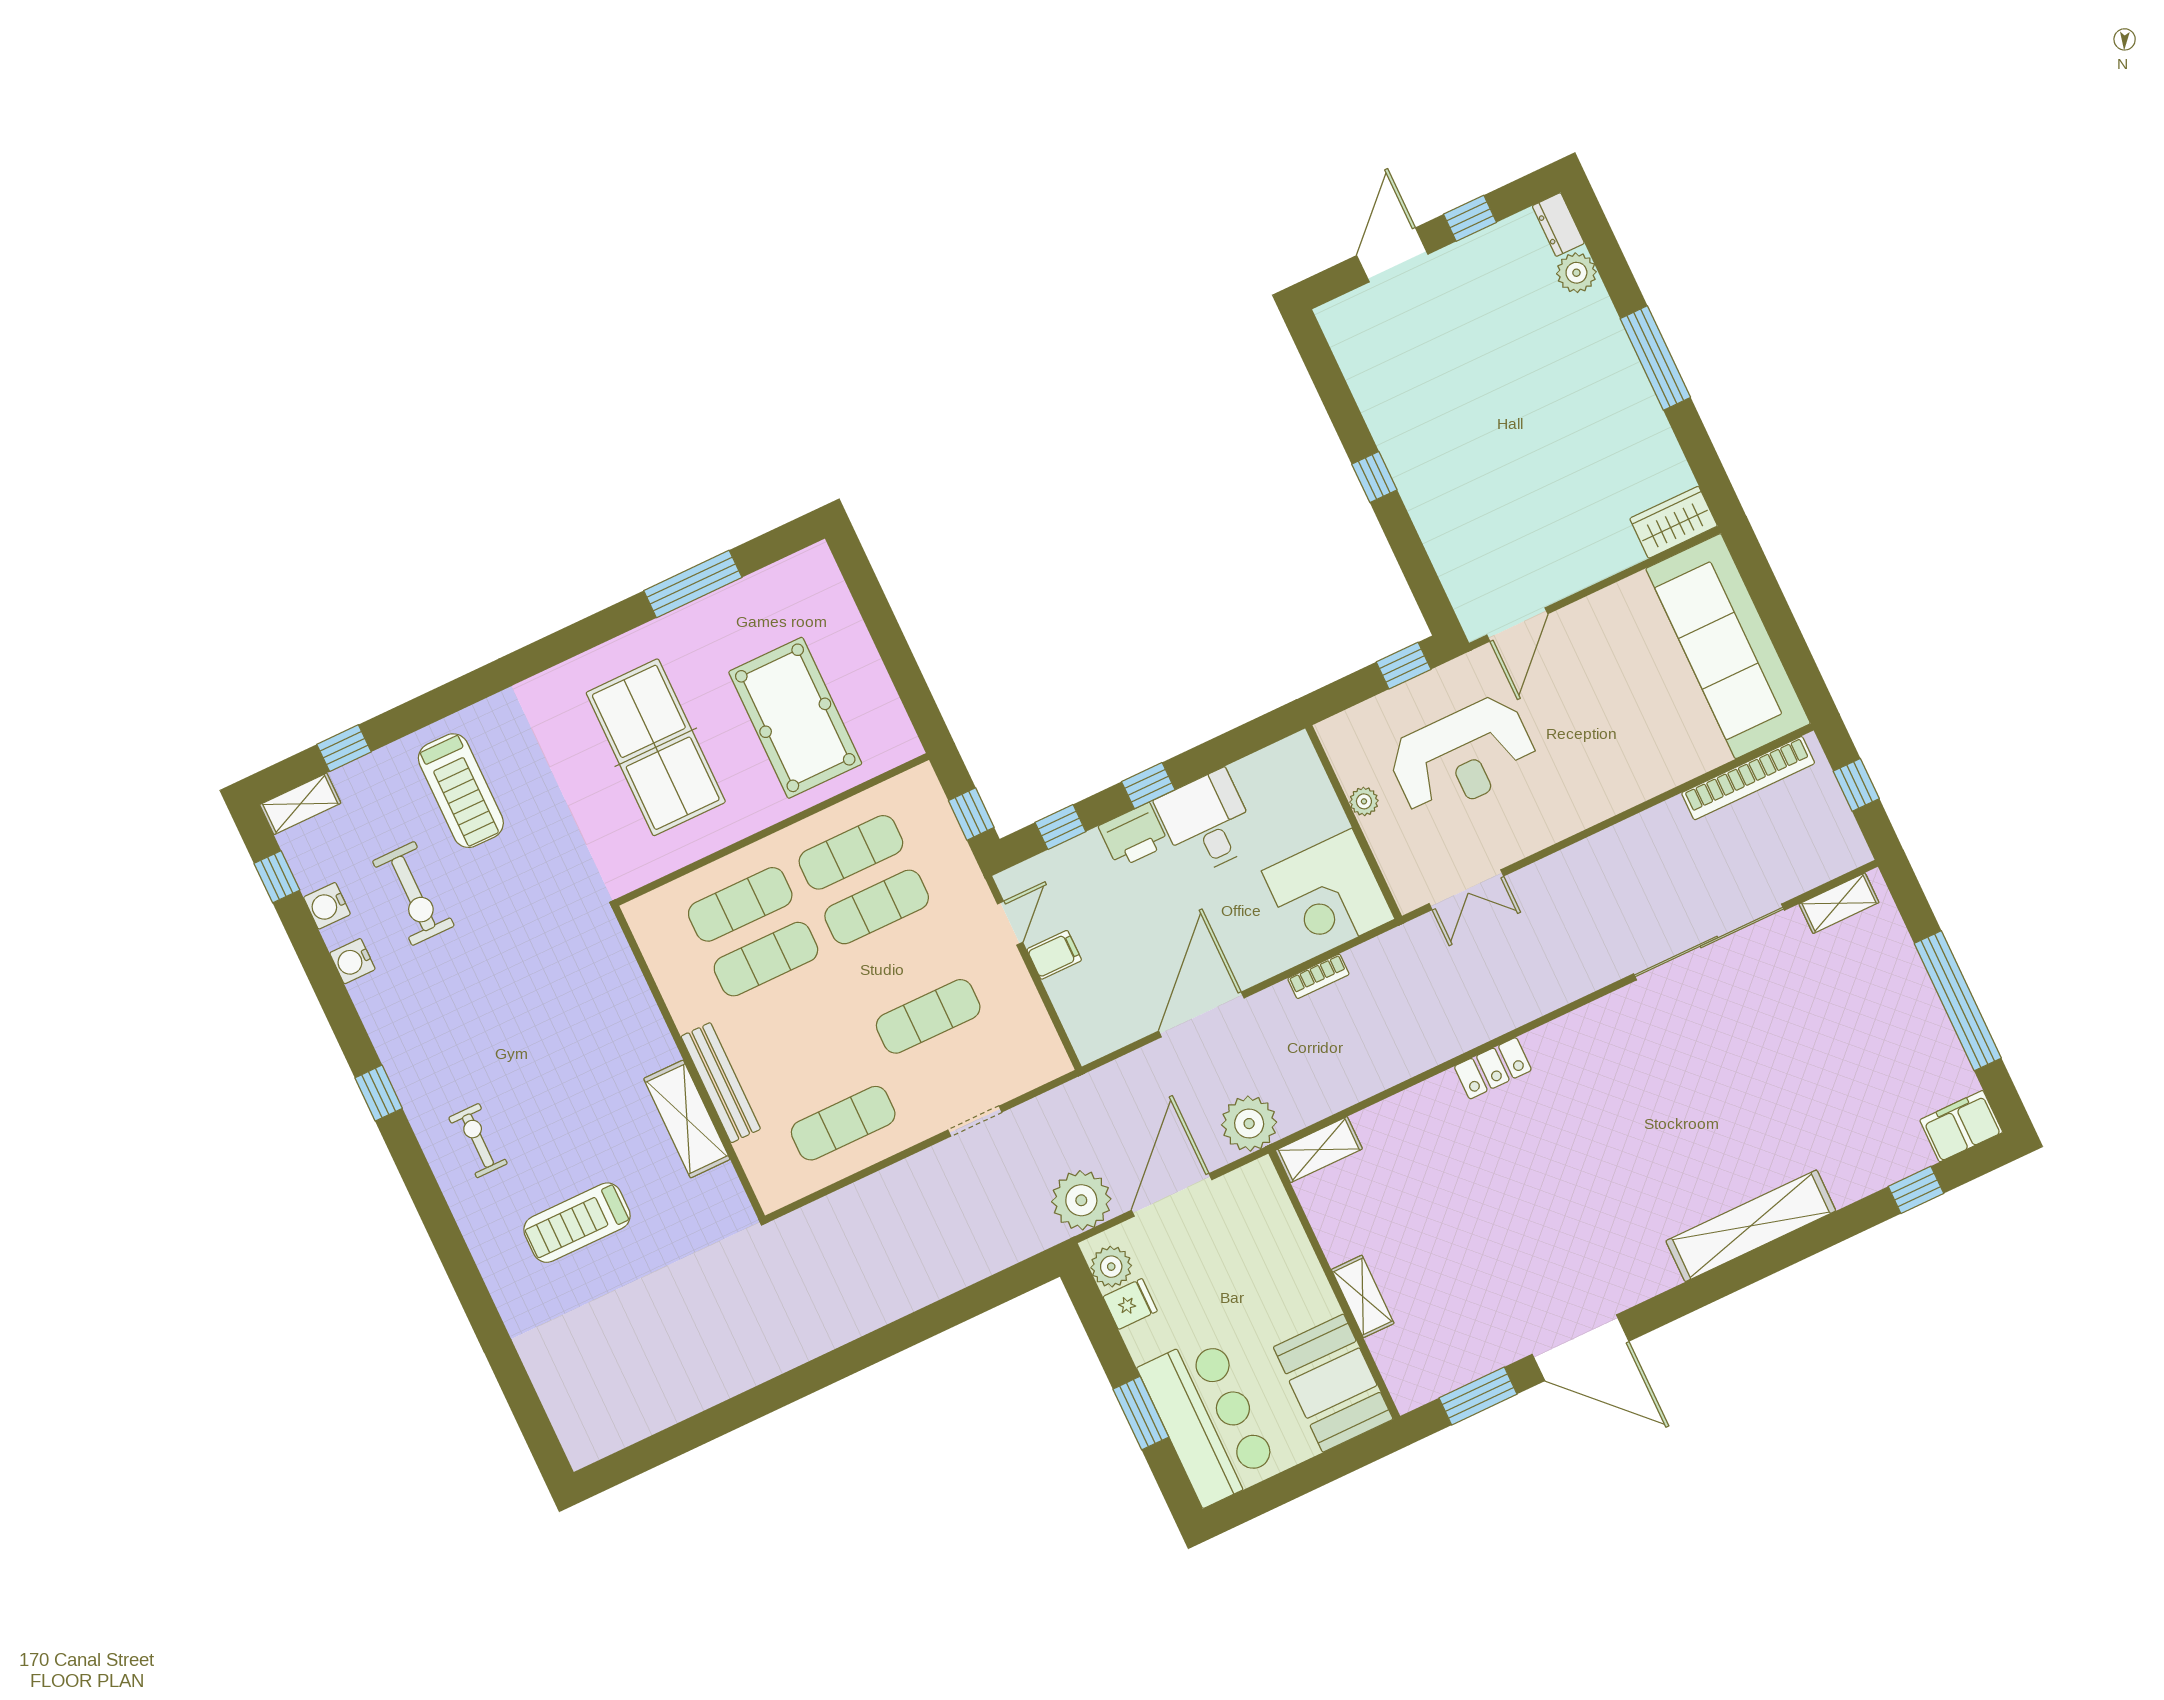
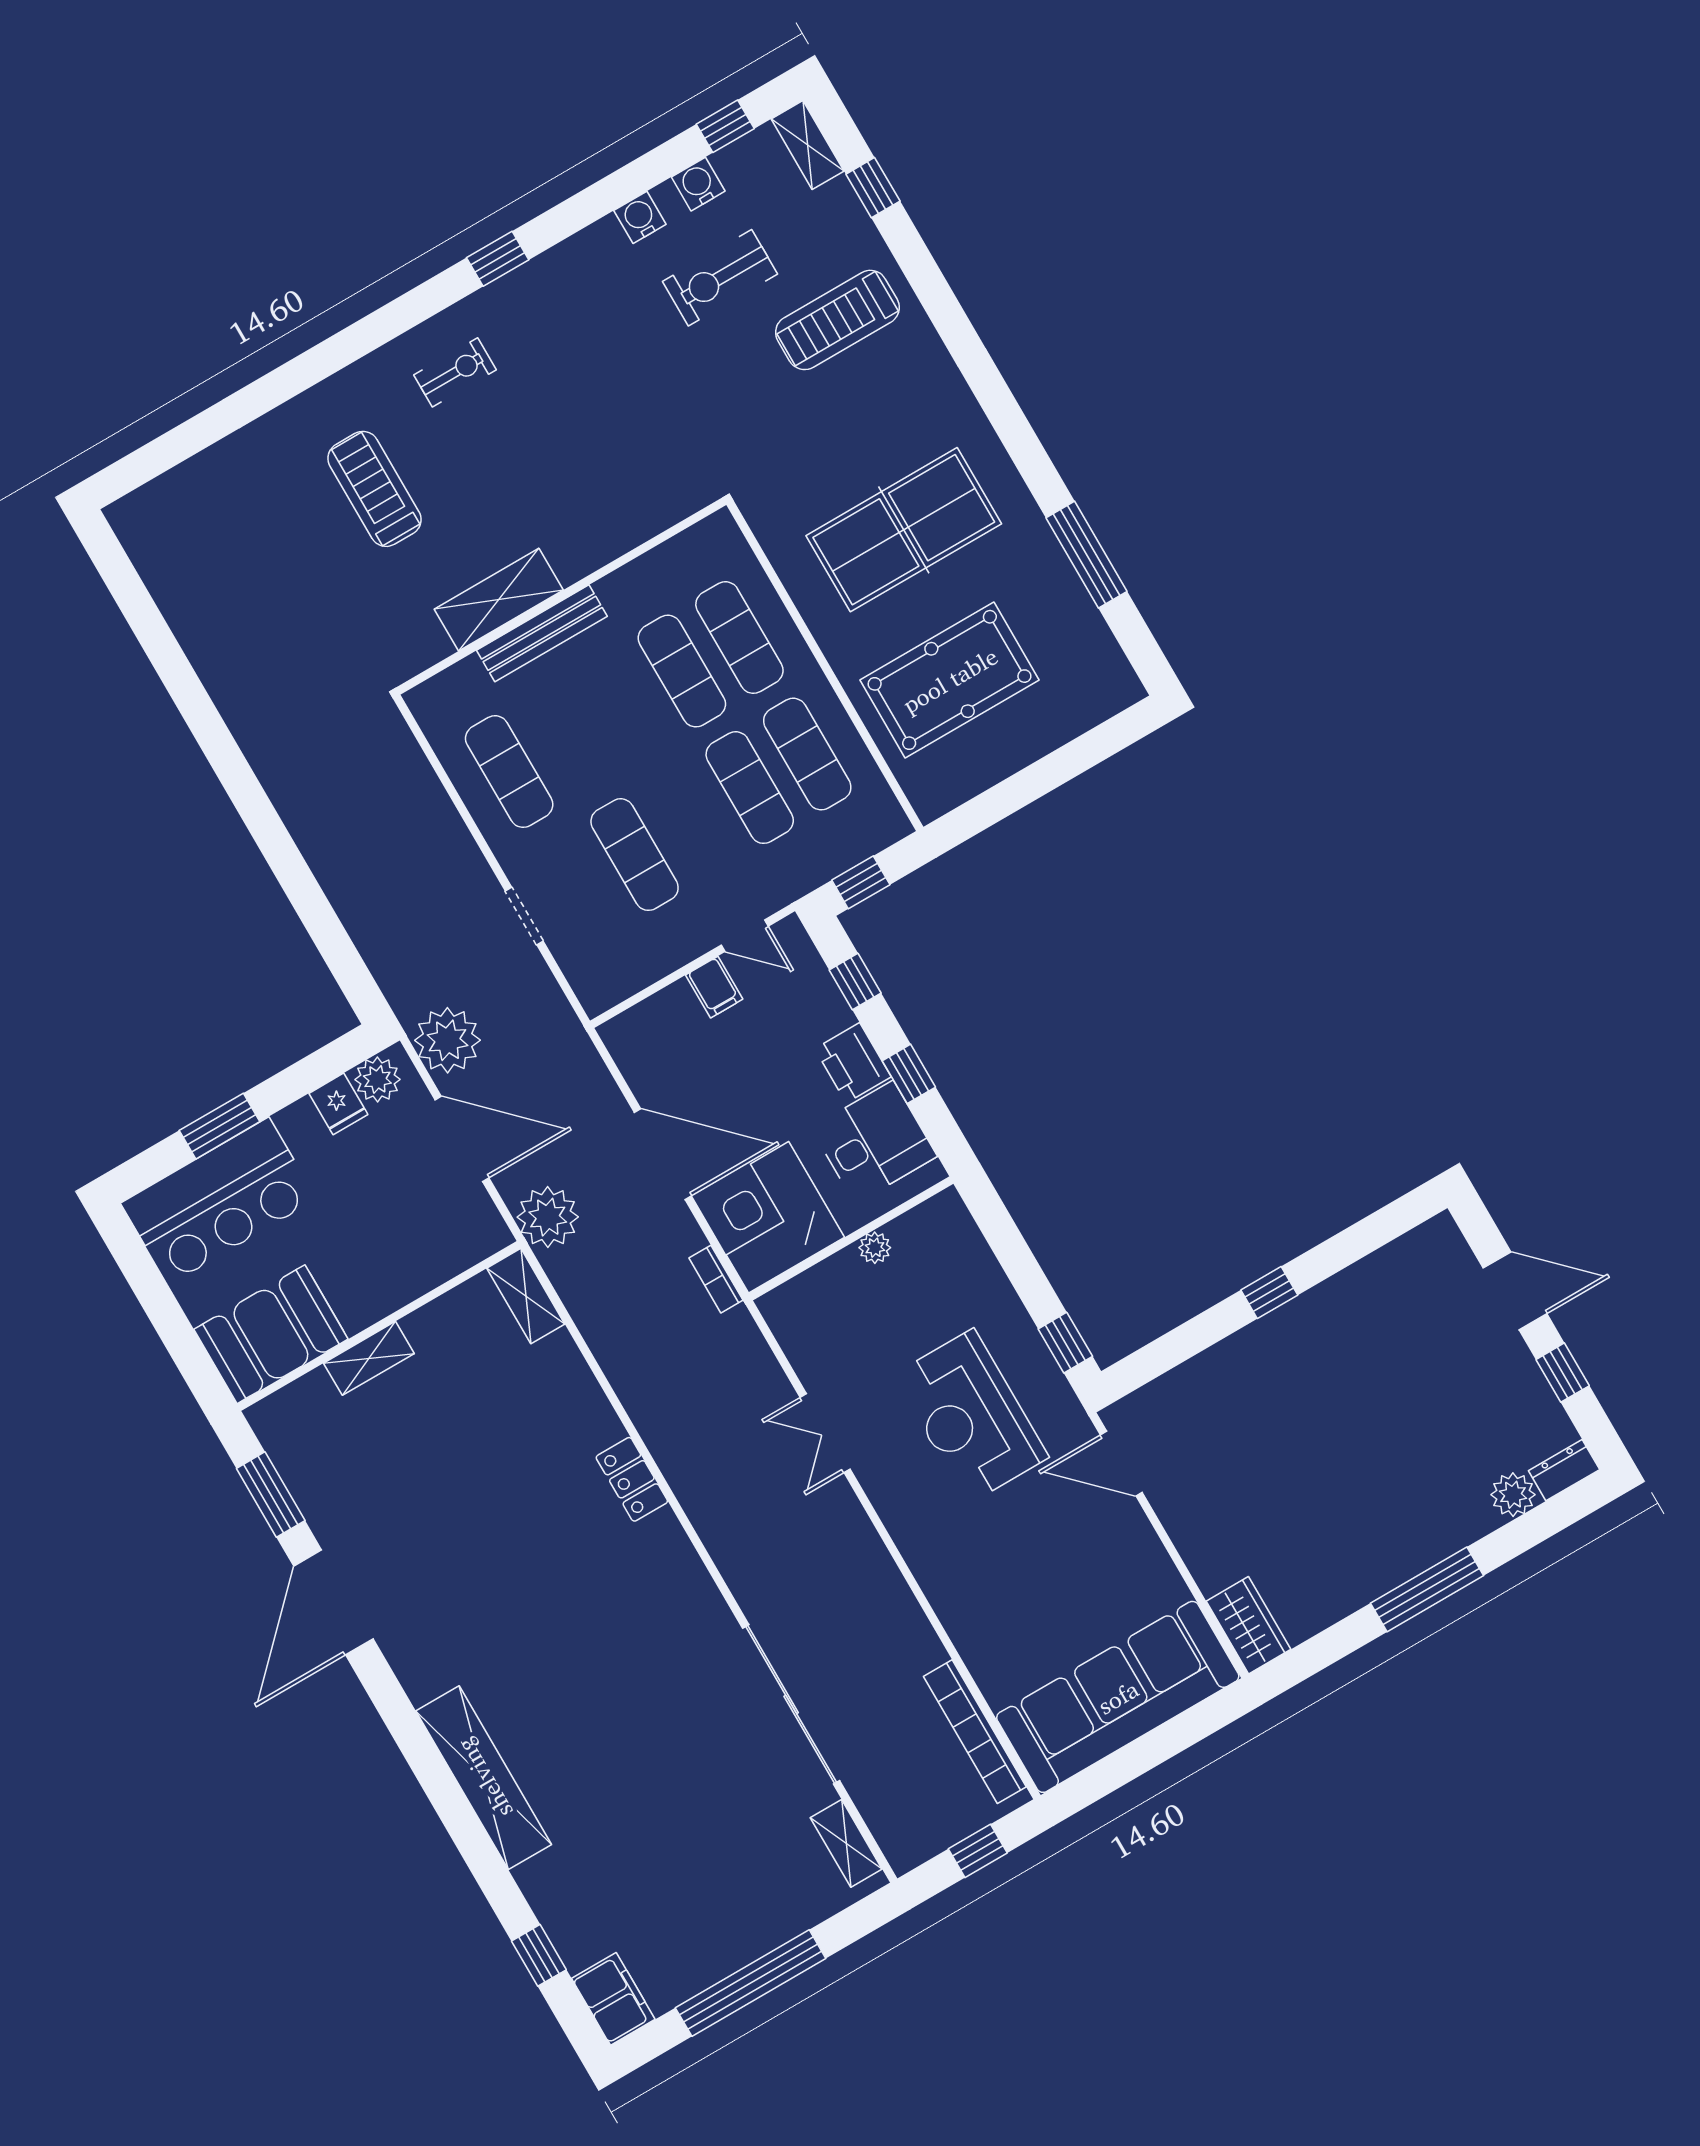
plant: (1364, 801) -> (875, 1248), moved
wall: (1354, 822) -> (851, 1238), moved
corner desk: (1328, 895) -> (769, 1217), moved

